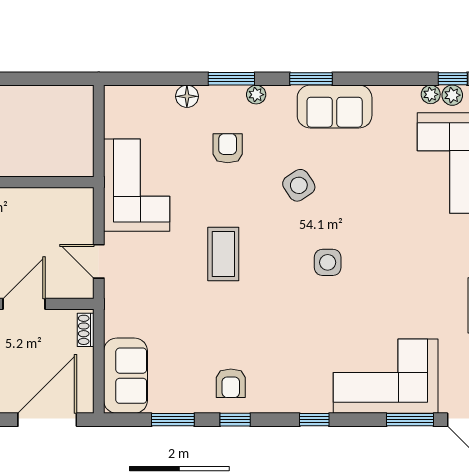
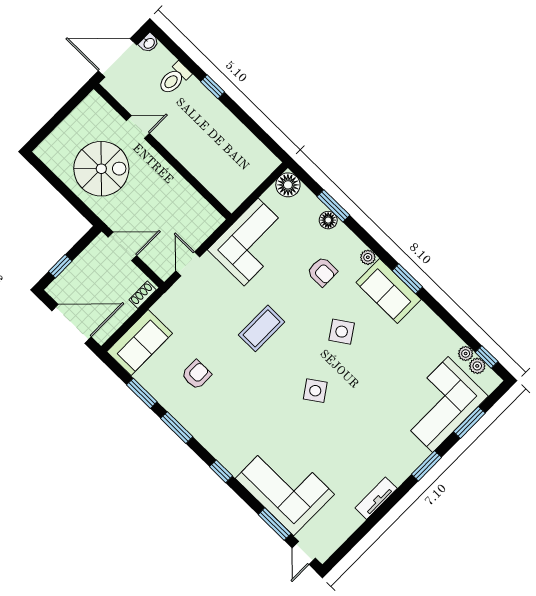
window: (231, 79) -> (333, 206), moved
floor lamp: (119, 100) -> (288, 185), added
sofa: (335, 107) -> (389, 291), moved
armchair: (228, 148) -> (322, 272), turned 90
side table: (328, 262) -> (315, 391), turned -35
armchair: (231, 383) -> (196, 375), moved, turned 180
window: (235, 420) -> (177, 428), width x1.50

